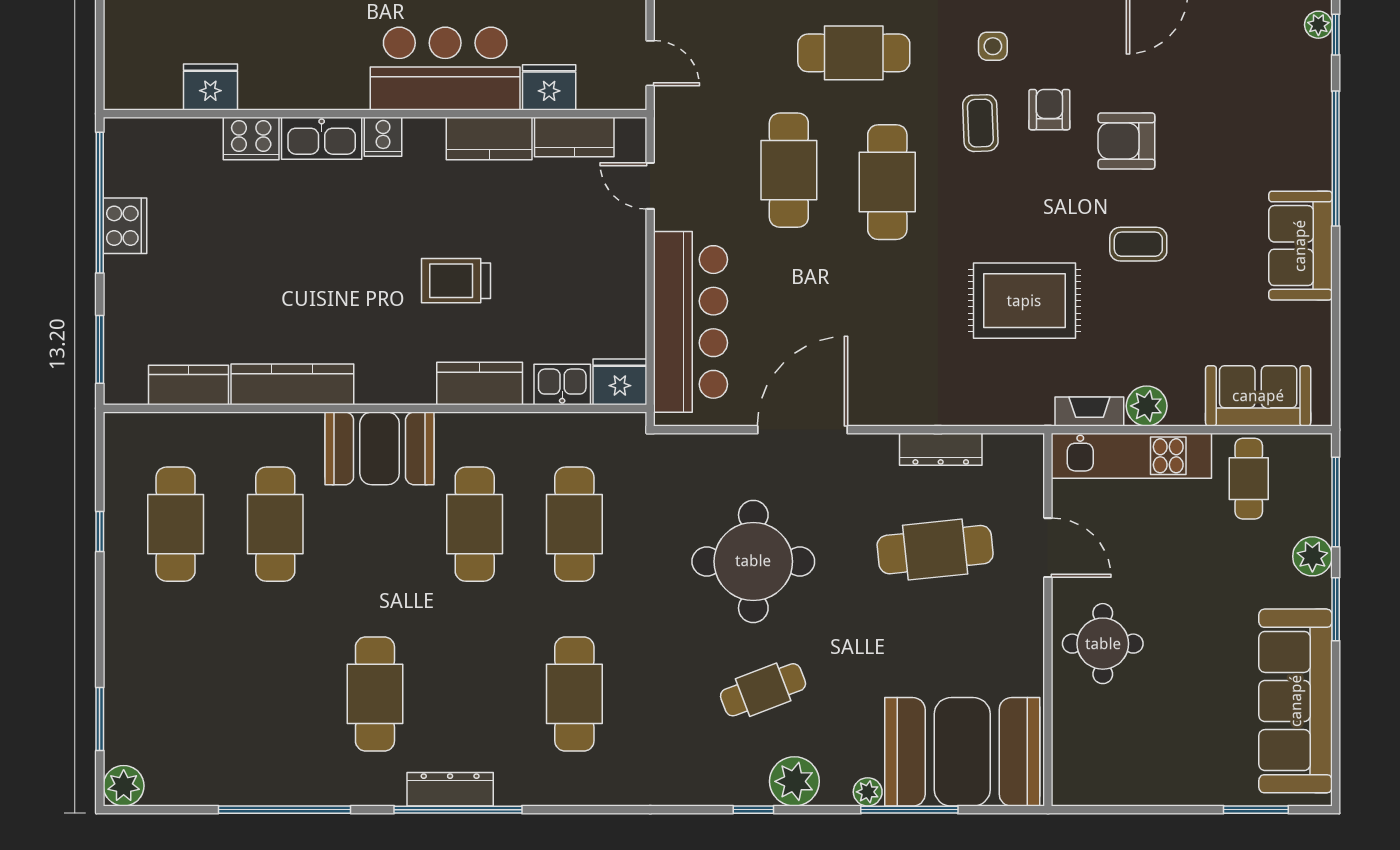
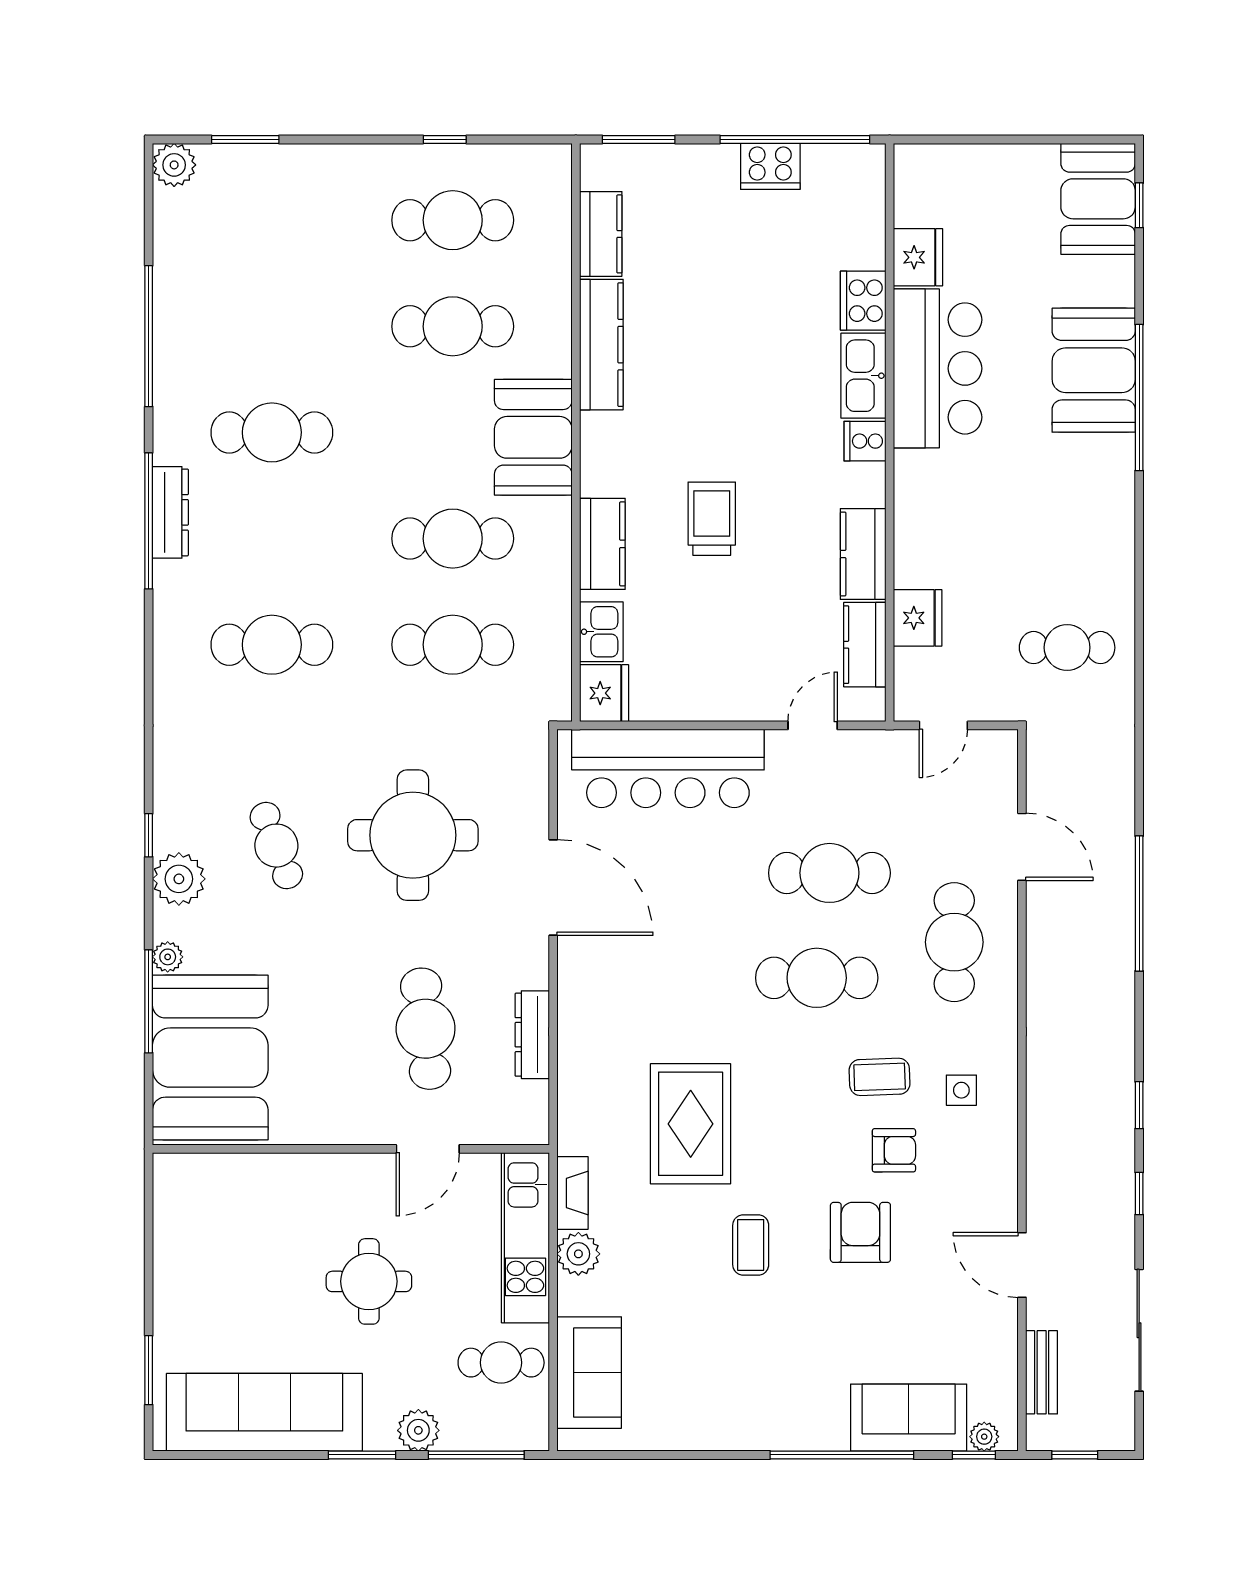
bar counter: (445, 69) -> (938, 368), moved
sofa: (1300, 246) -> (909, 1418), moved
round table: (1103, 644) -> (369, 1281), moved

